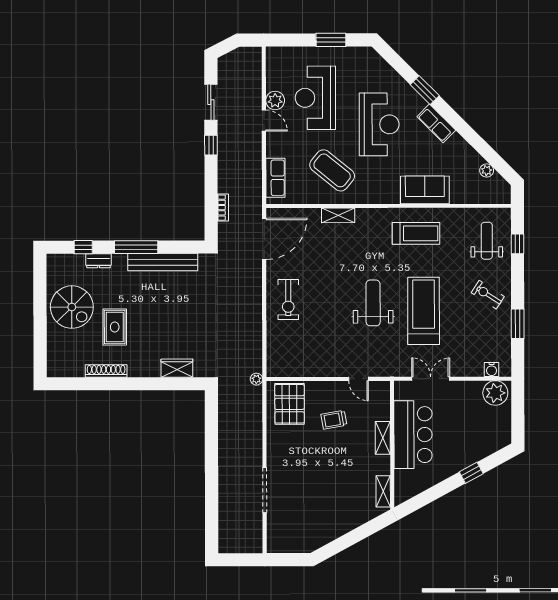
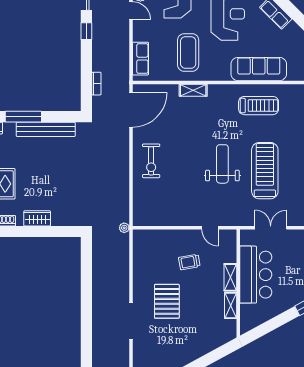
coffee table: (332, 170) -> (188, 52), turned 51
sofa: (425, 190) -> (259, 69), width x1.36
wardrobe: (177, 368) -> (37, 218), moved
pallet: (290, 404) -> (167, 301), moved
shelving: (383, 491) -> (231, 305), moved

